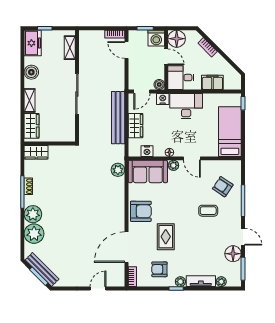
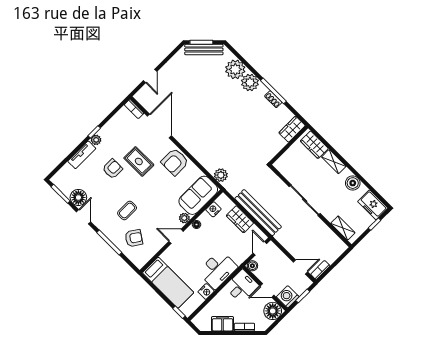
filing cabinet: (212, 82) -> (223, 324), moved, turned -135
nightstand: (163, 99) -> (206, 291), moved
door: (243, 237) -> (83, 217), swing flipped
armchair: (159, 269) -> (112, 169), moved
plant: (221, 282) -> (67, 169), removed

